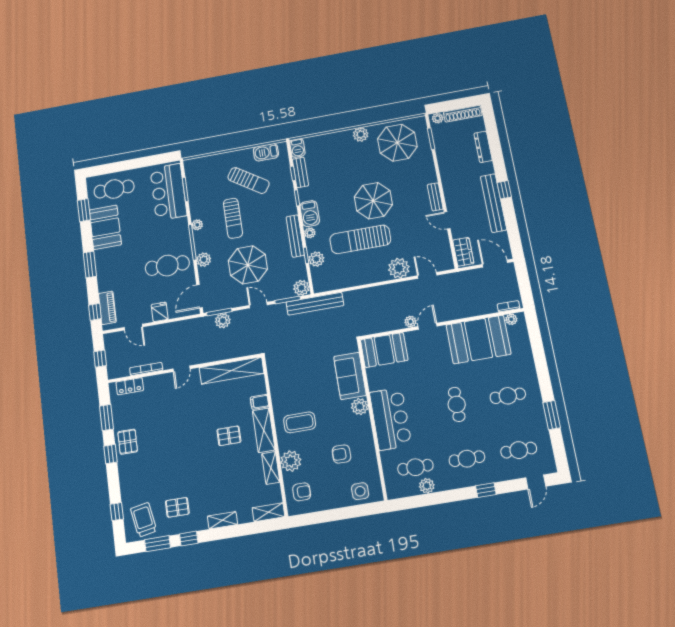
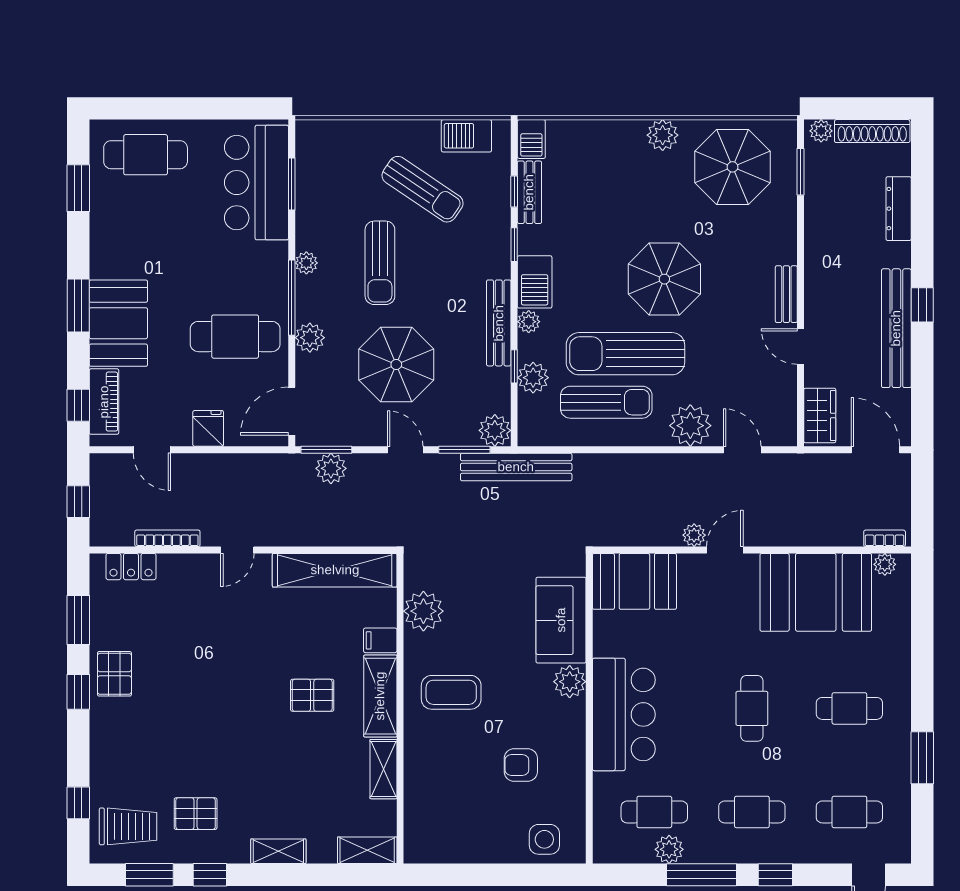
booth: (105, 227) -> (118, 323), moved
sun lounger: (355, 264) -> (606, 402), added
plant: (291, 461) -> (423, 611), moved
armchair: (302, 492) -> (435, 823), removed
window: (446, 497) -> (701, 875), added
trolley: (144, 520) -> (128, 826), turned 100

